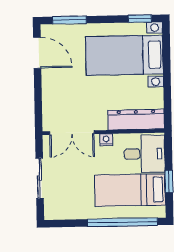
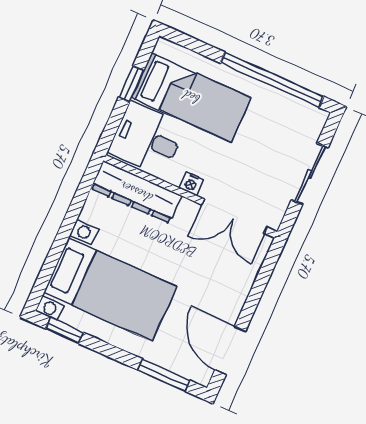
double door: (72, 133) -> (234, 216), swing flipped
window: (122, 222) -> (272, 80), moved

